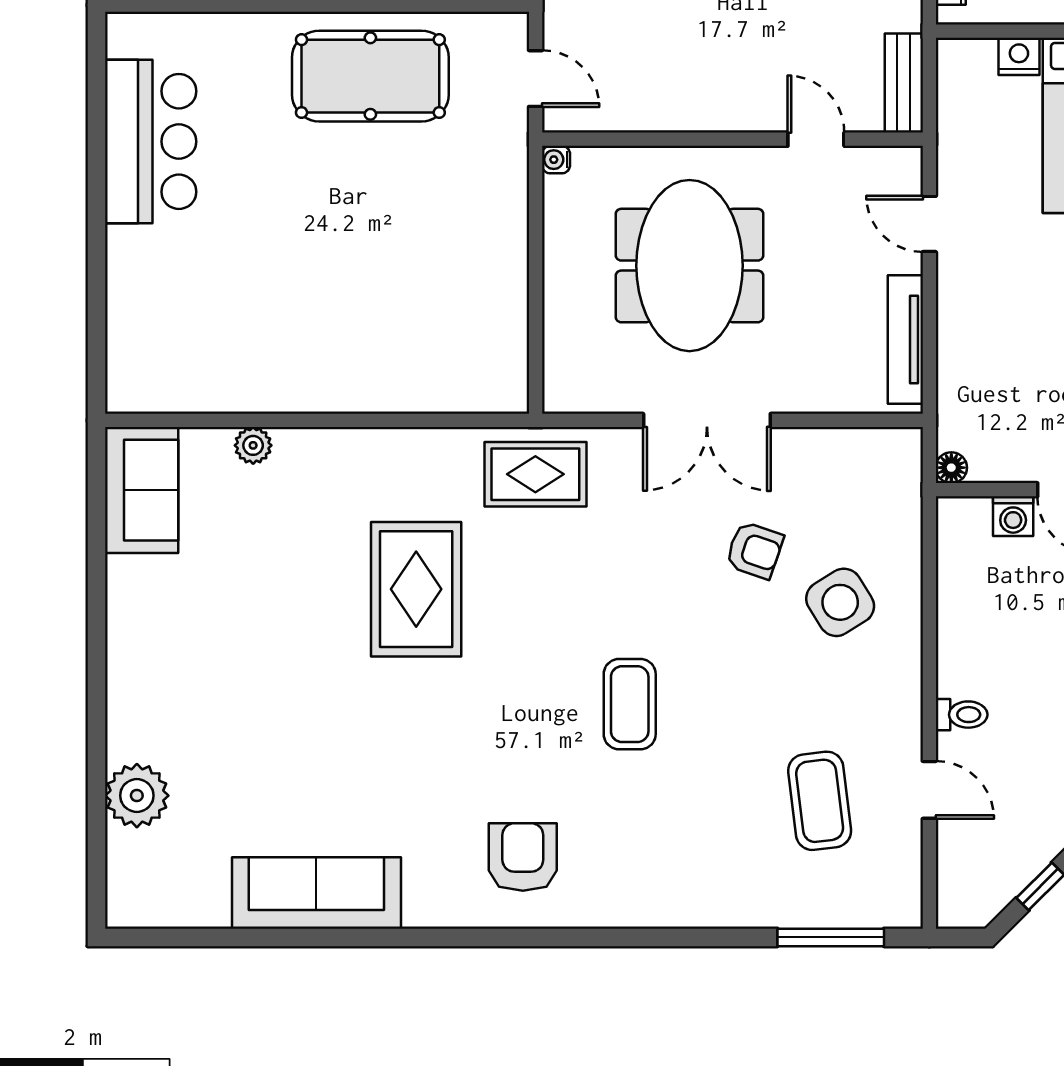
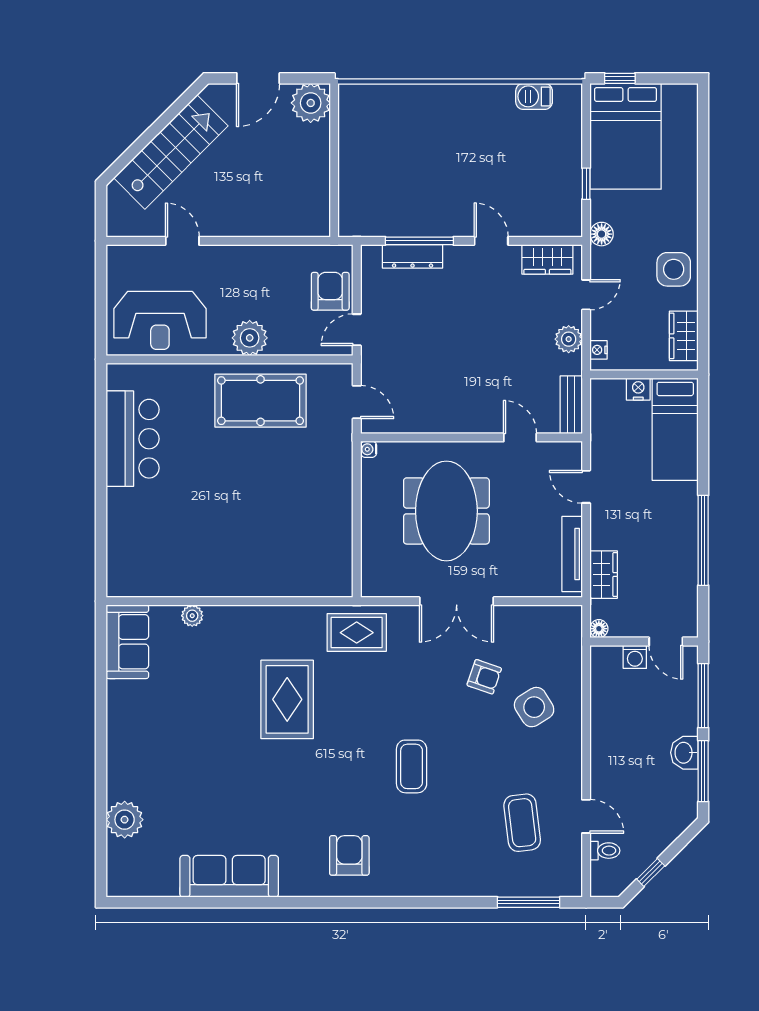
wardrobe: (959, 375) -> (604, 575), added
toilet: (962, 715) -> (605, 851), moved

